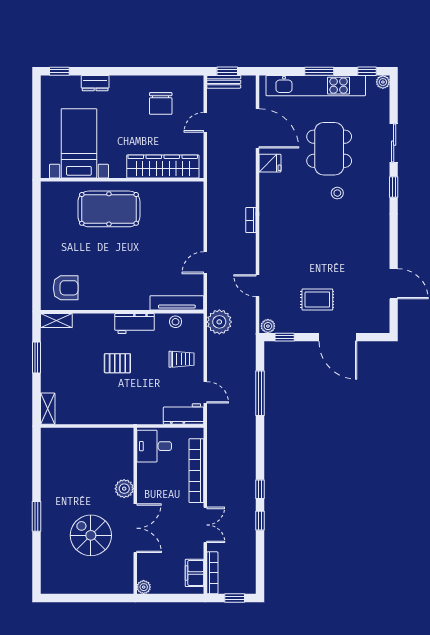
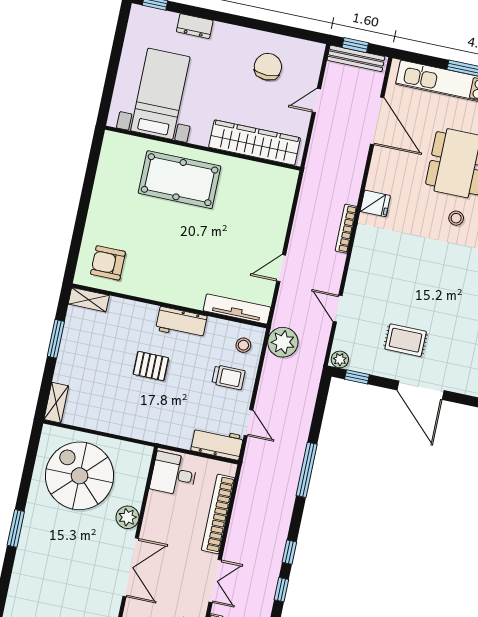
bench: (224, 82) -> (356, 58), width x1.36
chair: (161, 103) -> (268, 67), turned 180
fridge: (270, 163) -> (375, 203), moved
bookcase: (251, 220) -> (346, 229), width x1.56
armchair: (66, 288) -> (108, 263), turned 180
stool: (176, 322) -> (243, 345), moved
window: (260, 393) -> (307, 470), moved
spiral stairs: (91, 535) -> (80, 476), moved, width x1.37, depth x1.37

